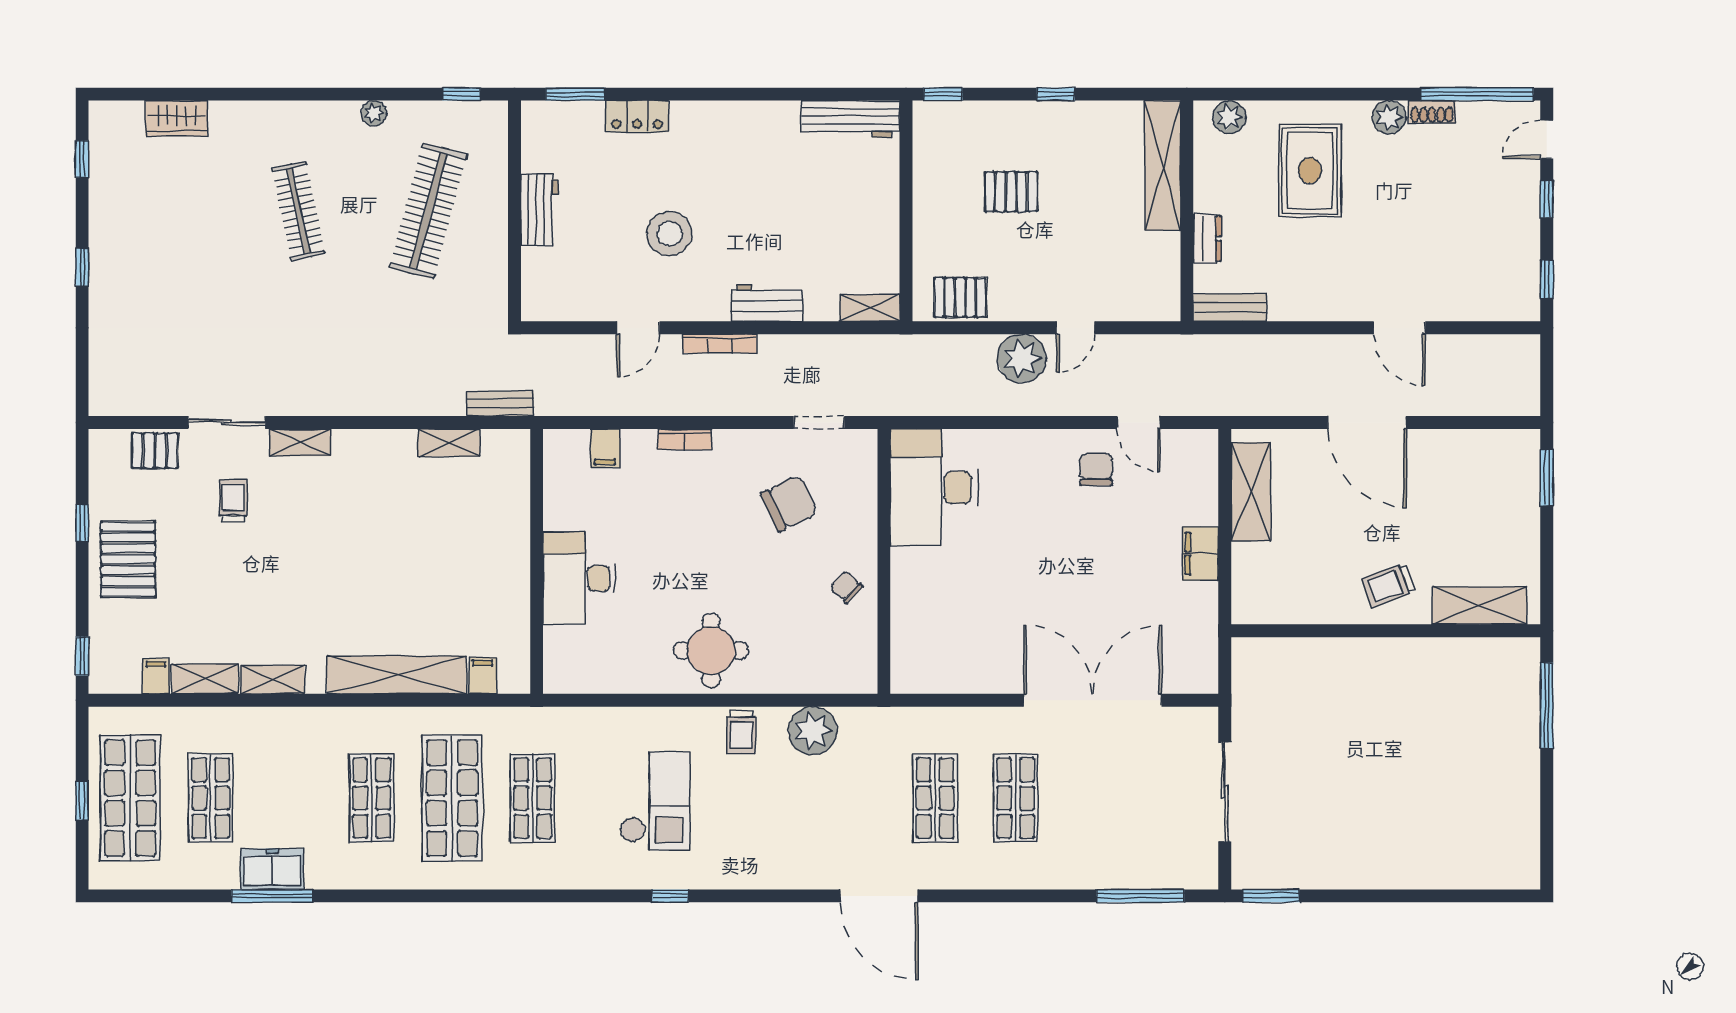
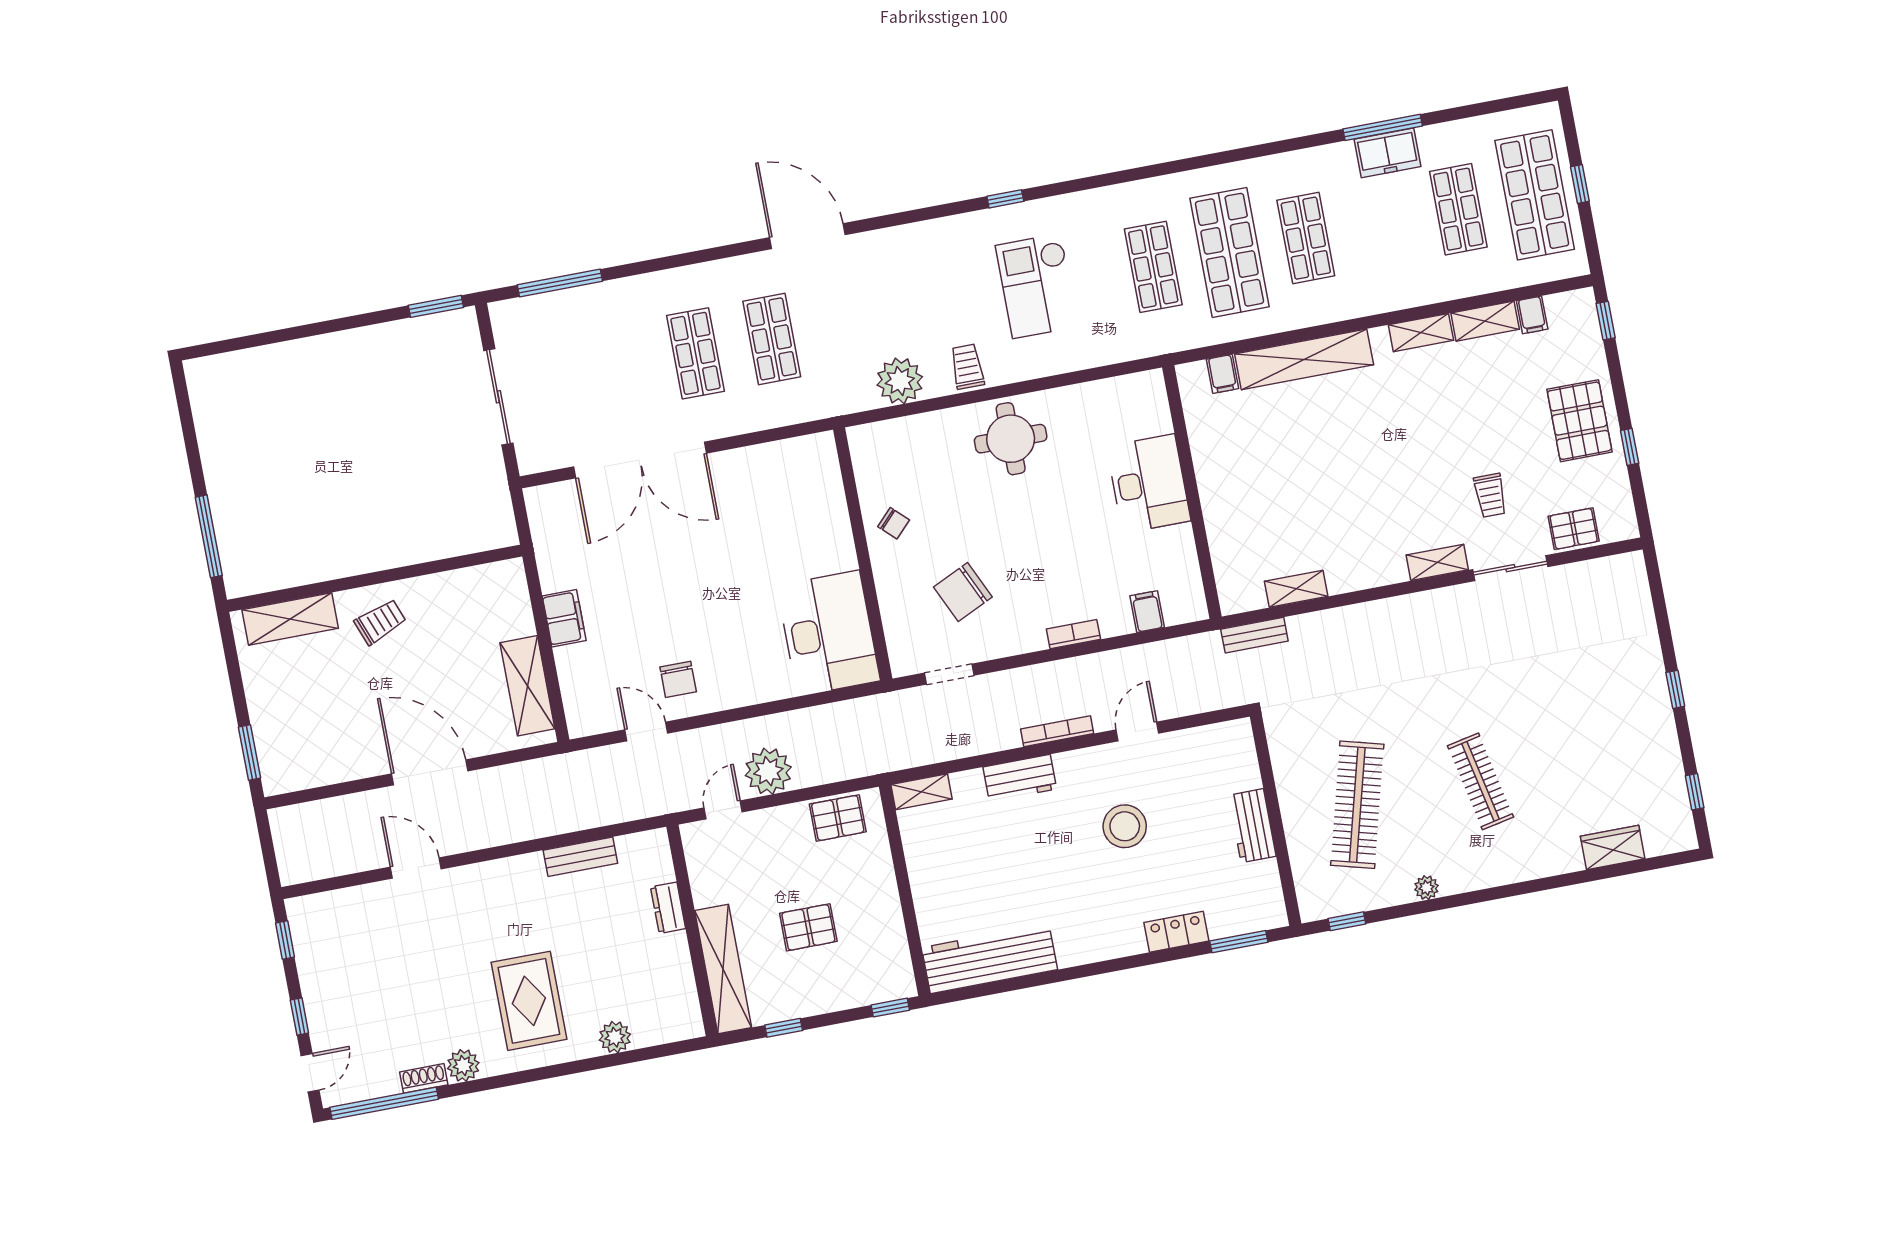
workbench: (850, 119) -> (990, 959), width x1.36, depth x1.32
shelving: (1163, 166) -> (723, 969), moved
wall: (1187, 211) -> (692, 930), moved
dresser: (1207, 239) -> (668, 908), moved

